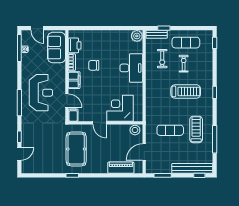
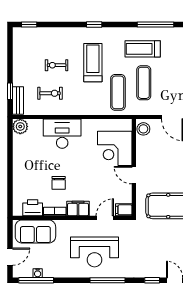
exercise mat: (186, 43) -> (118, 92), moved
reception desk: (41, 93) -> (94, 252), turned 180
door: (100, 123) -> (134, 175), swing flipped

